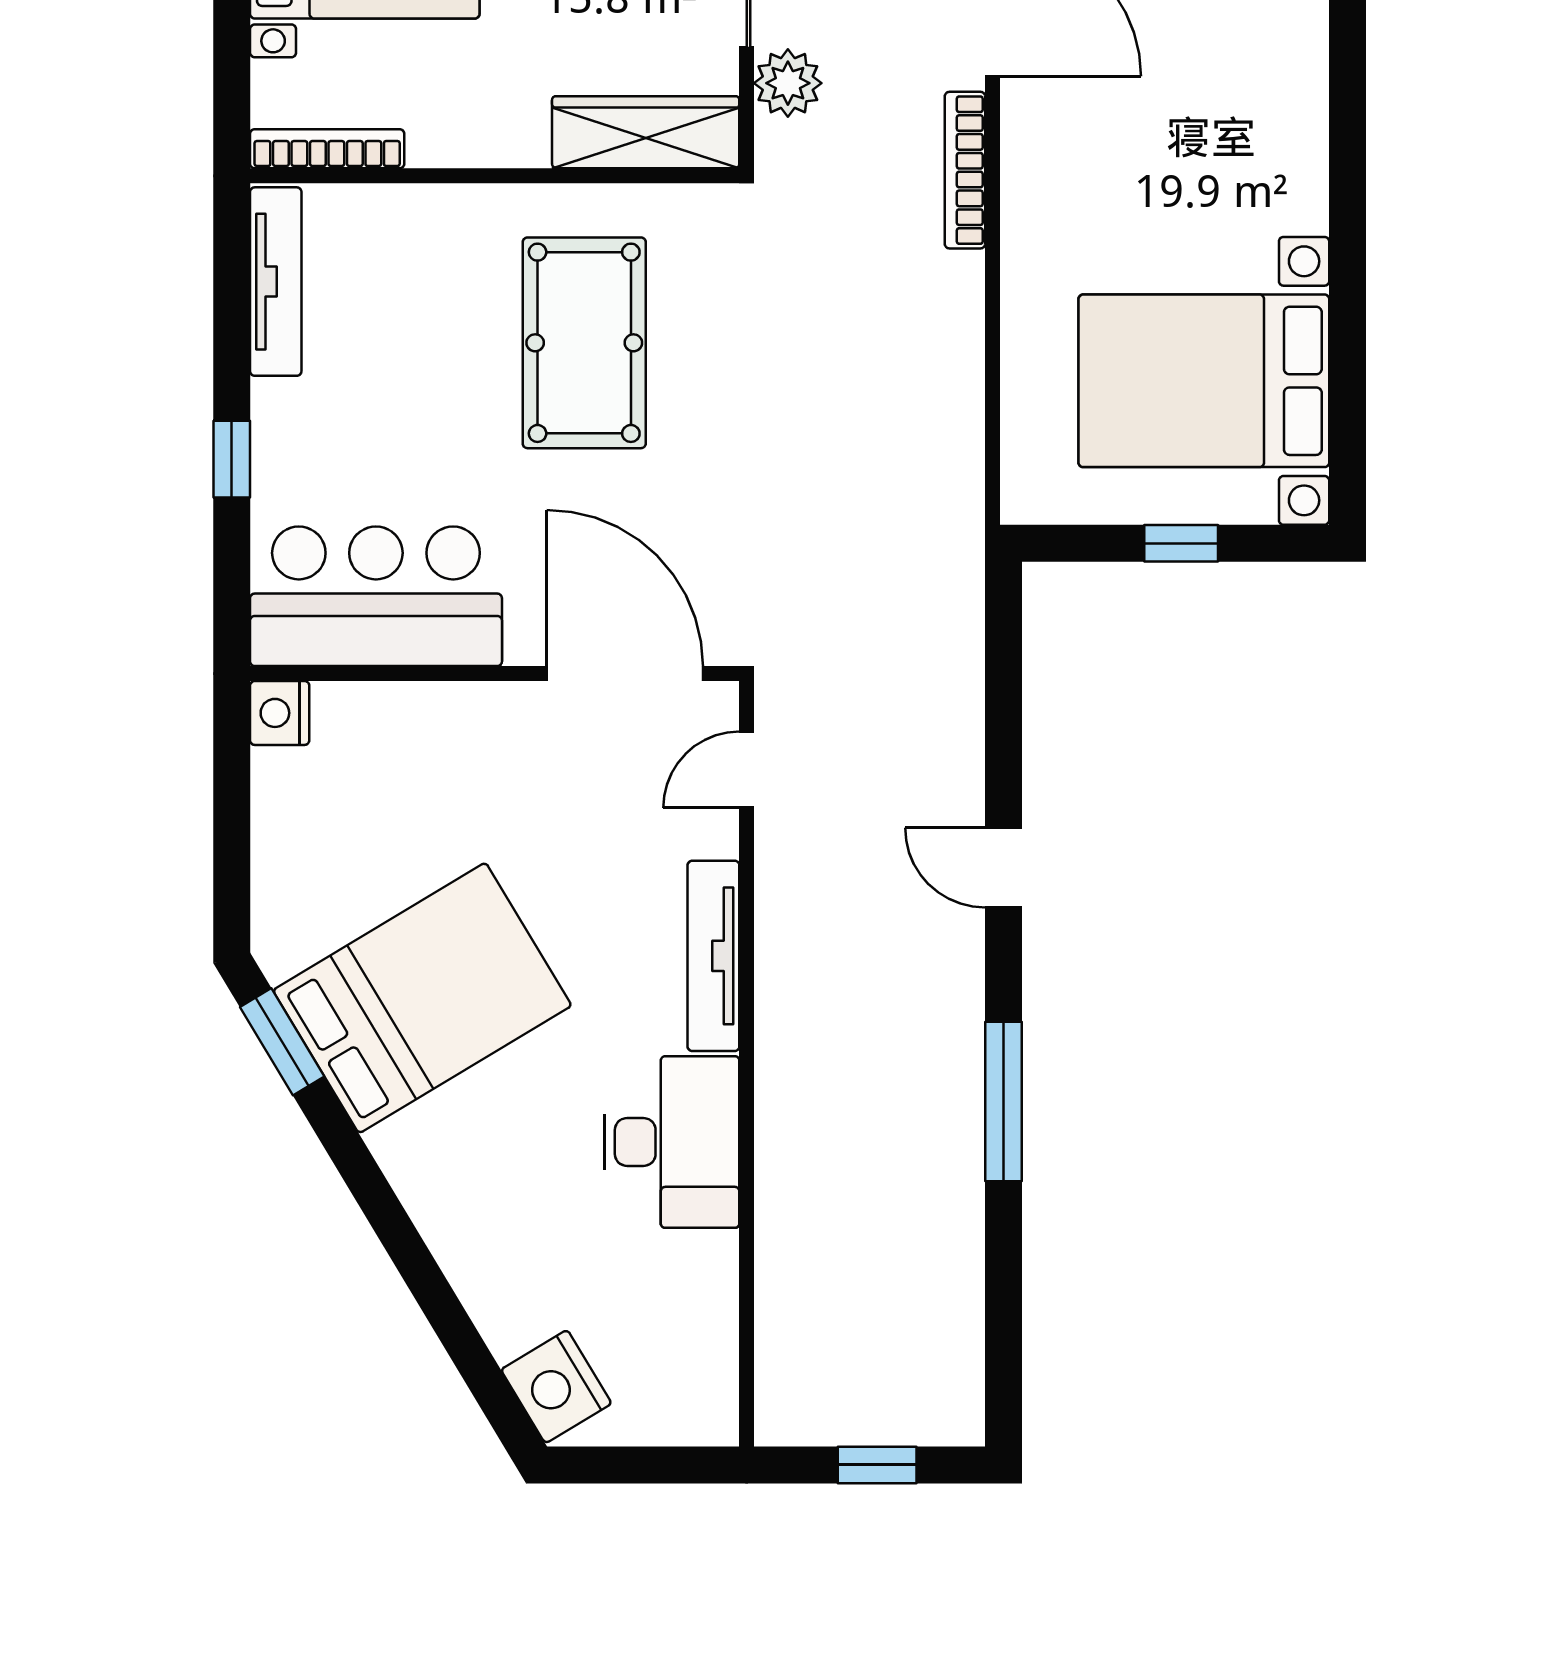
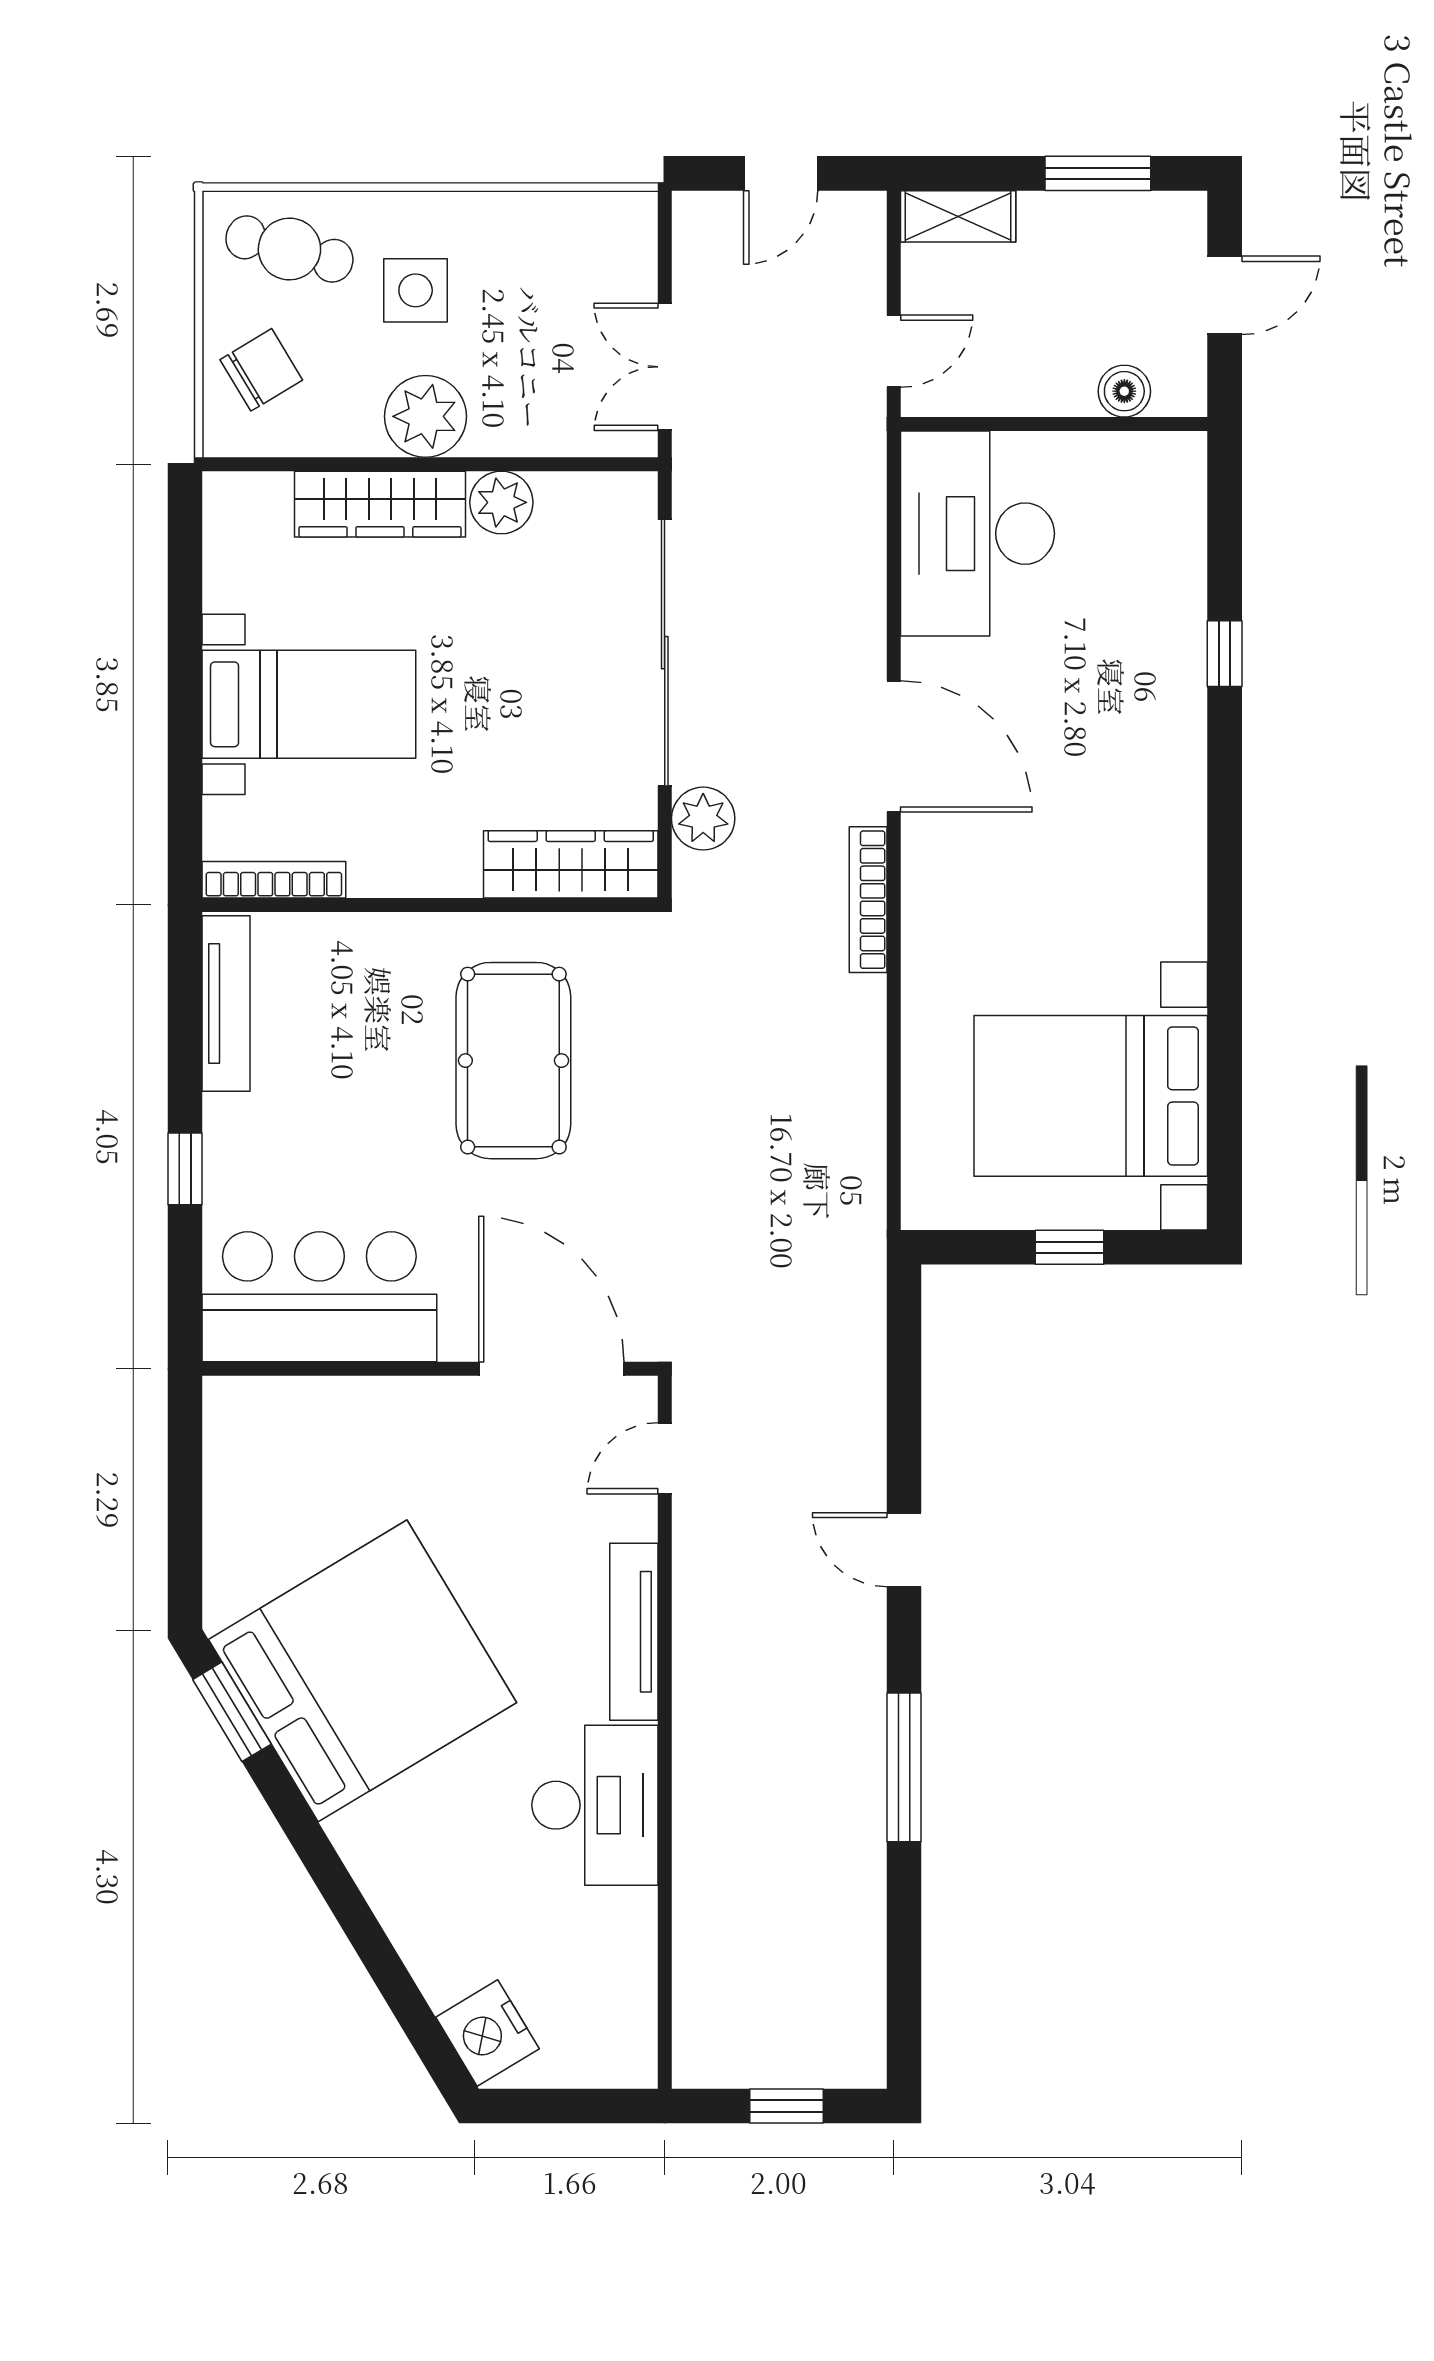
nightstand: (280, 713) -> (230, 1405), removed
bed: (422, 998) -> (363, 1671), width x1.36

